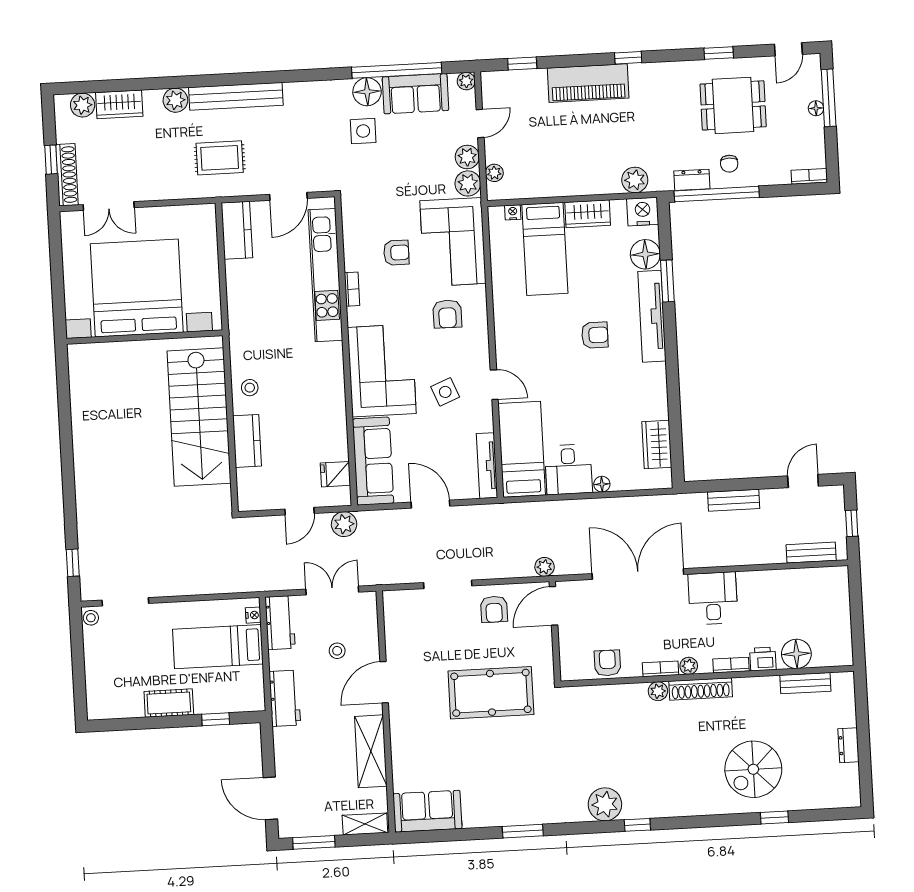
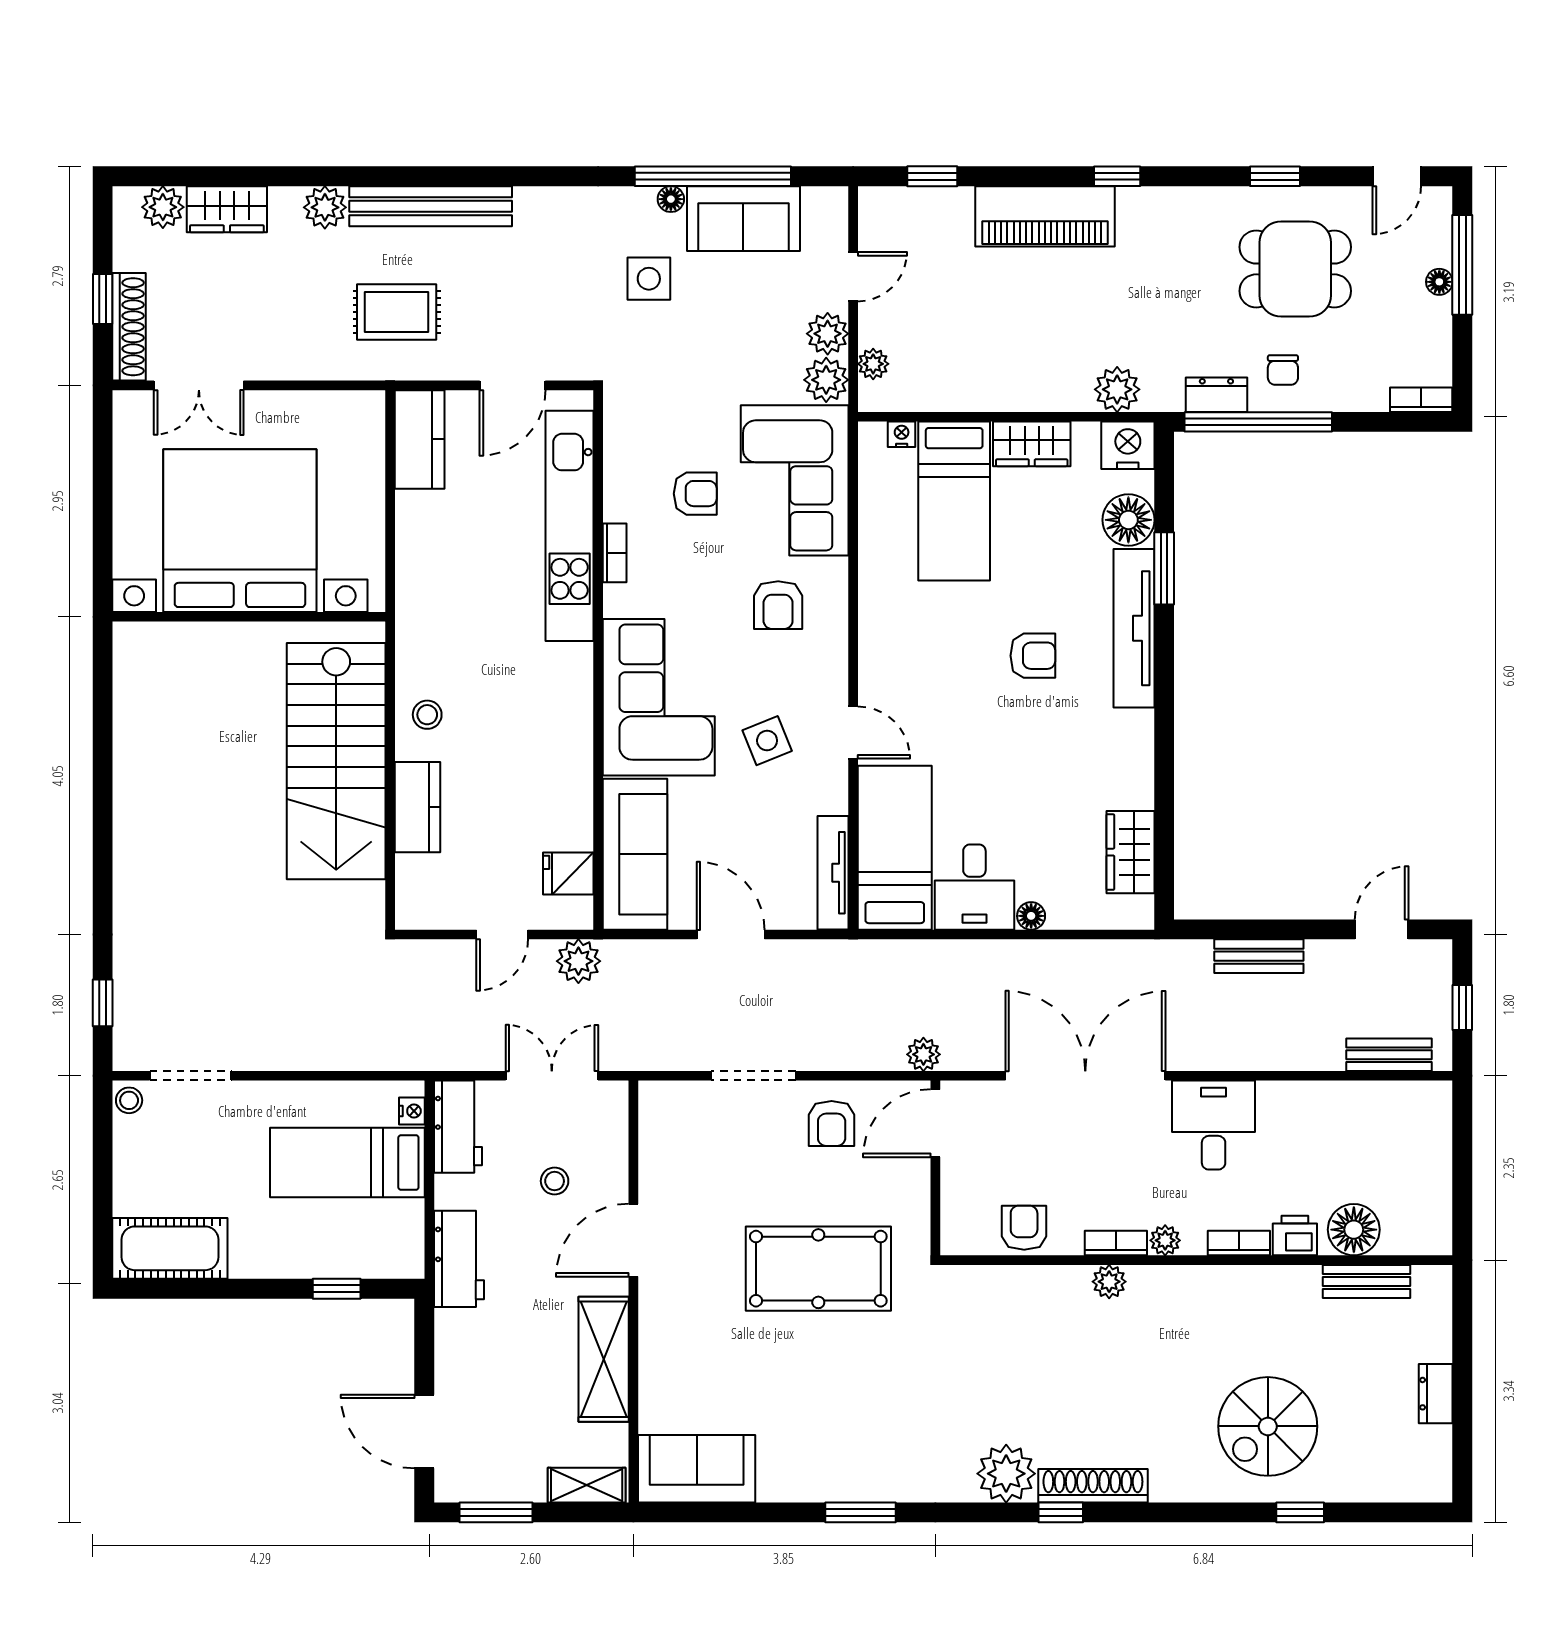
plant: (466, 81) -> (833, 202), removed
floor lamp: (367, 92) -> (671, 199), width x0.53, depth x0.53
shoe rack: (701, 689) -> (1093, 1486), moved, turned 180
cot: (169, 703) -> (170, 1248), moved, width x1.37, depth x1.34

